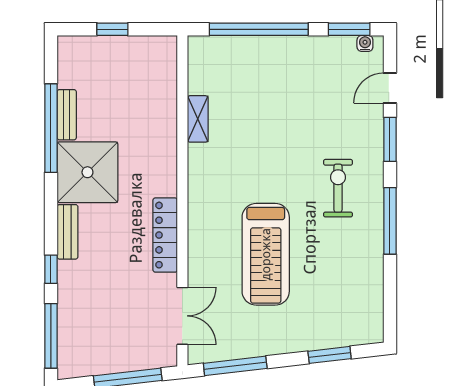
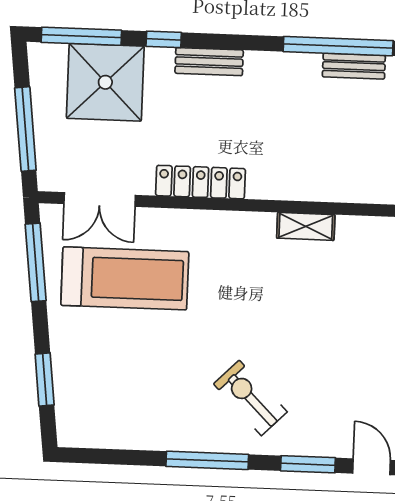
shelving: (198, 119) -> (306, 226), moved
shower: (87, 172) -> (105, 82), moved
exercise bike: (338, 188) -> (250, 398), turned -135
treadmill: (266, 254) -> (125, 278), moved, turned 180

